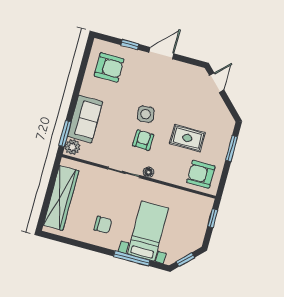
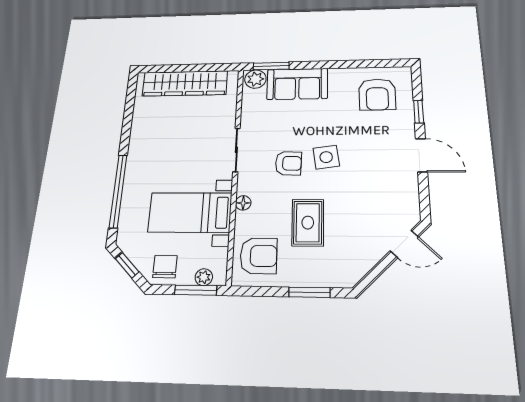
floor lamp: (148, 172) -> (243, 203), moved
armchair: (201, 174) -> (258, 256), turned 90
plant: (206, 212) -> (204, 277), added
window: (213, 218) -> (196, 290), width x1.50
chair: (103, 225) -> (165, 267), moved, turned 180
bed with nightstands: (148, 231) -> (190, 212), moved, turned 180
window: (132, 258) -> (118, 191), width x1.46

